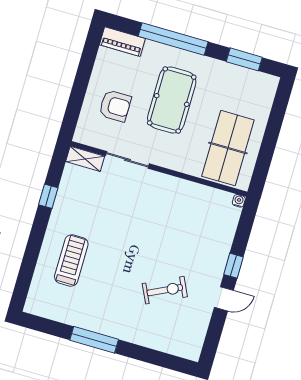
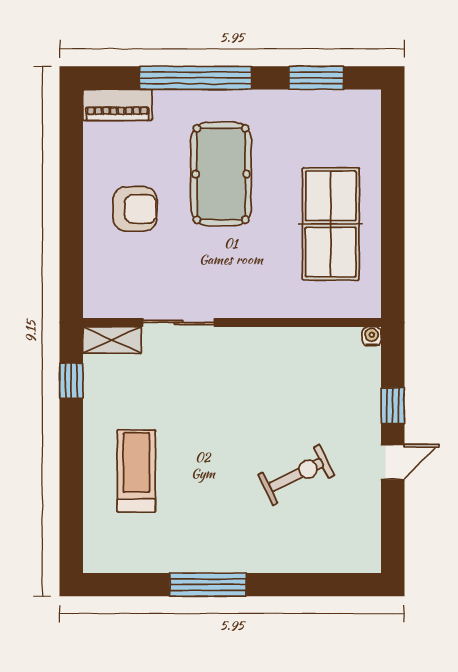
shelving: (85, 159) -> (112, 340), moved
sliding door: (127, 160) -> (179, 323), moved
wall: (159, 169) -> (232, 323), moved
water cooler: (239, 201) -> (372, 336), moved

